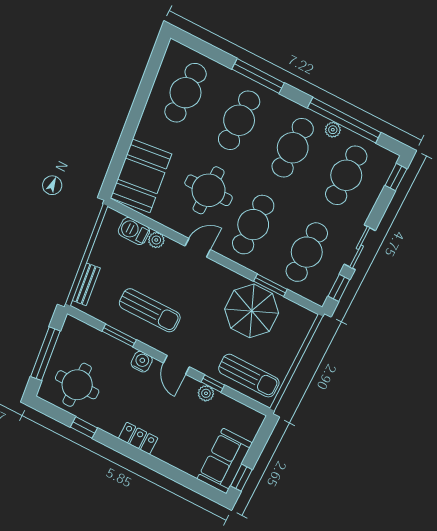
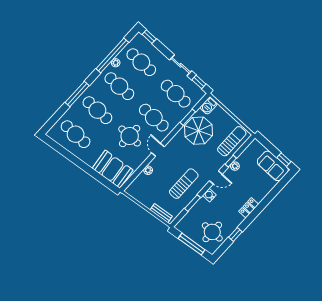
barbecue: (134, 231) -> (209, 106), moved

